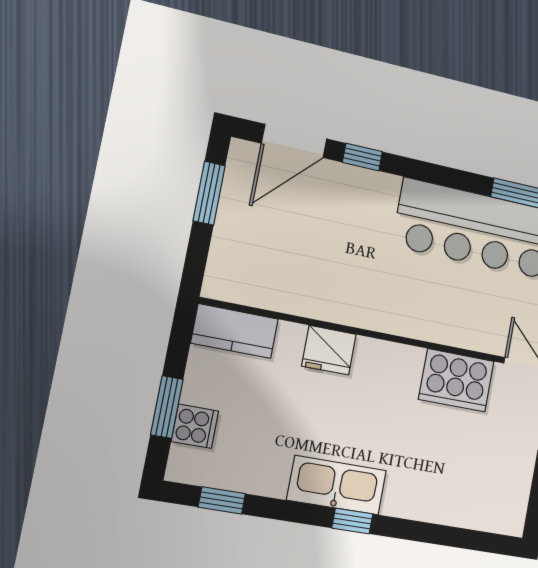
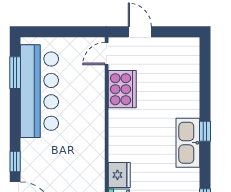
fridge: (329, 350) -> (119, 175), moved

